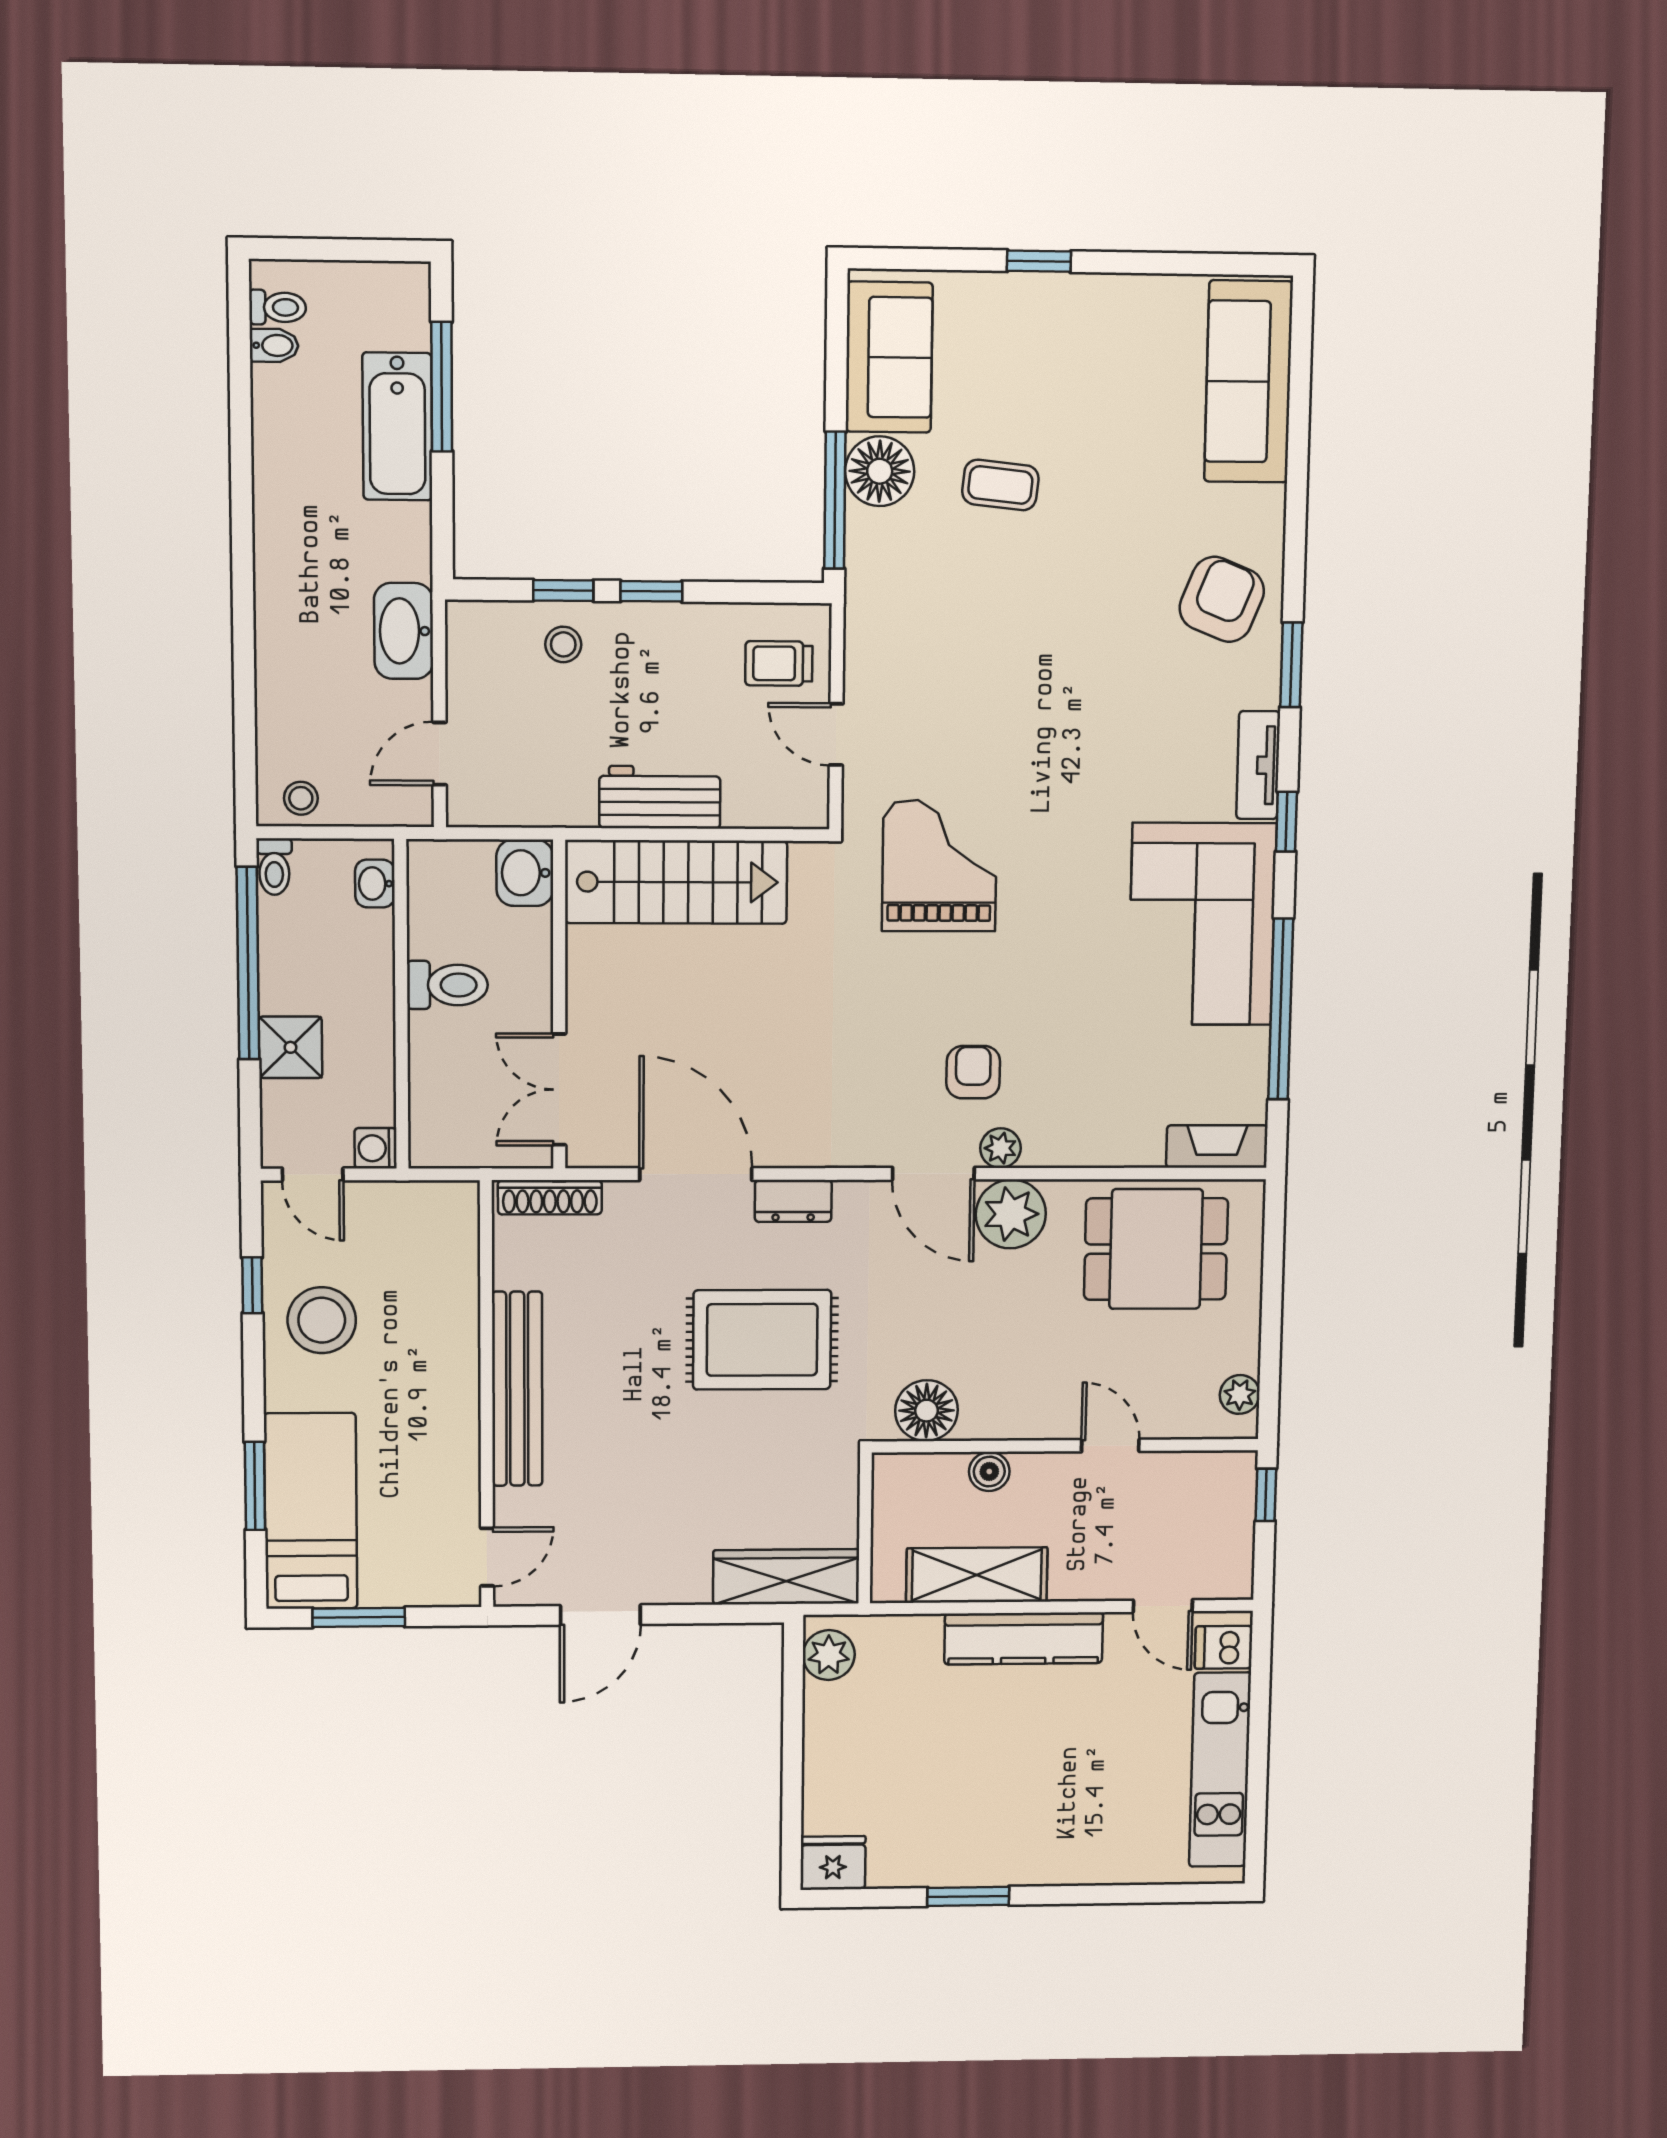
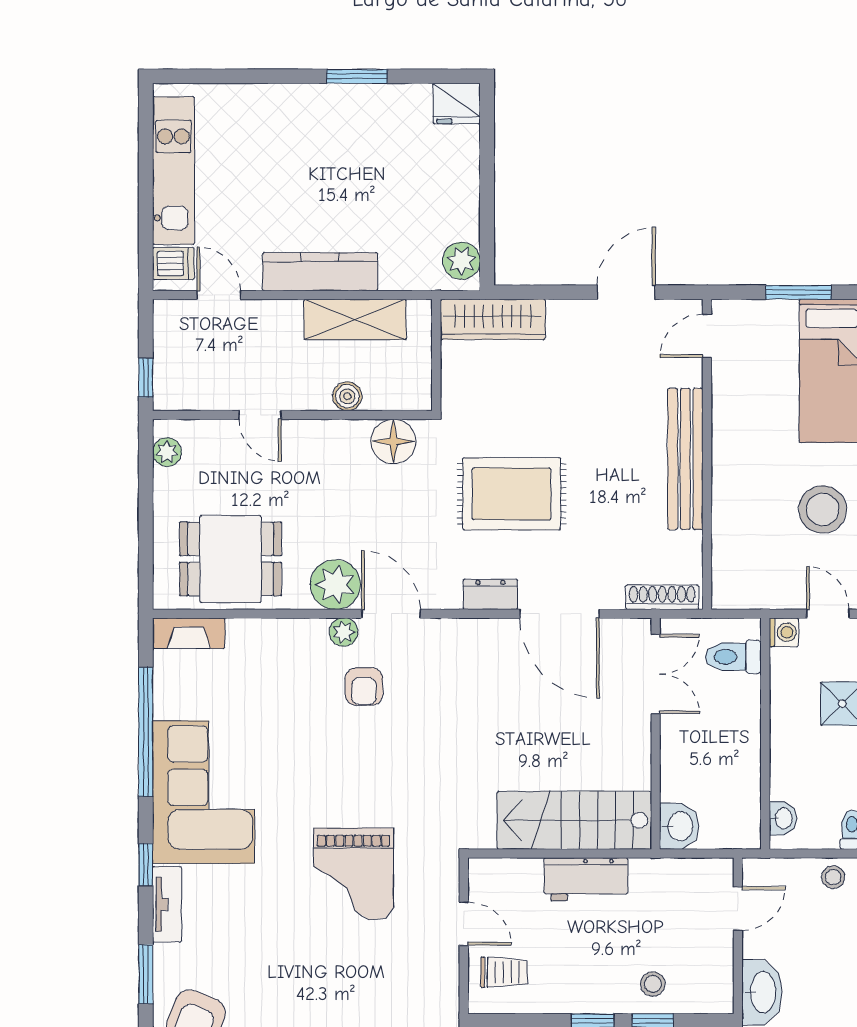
grand piano: (940, 866) -> (353, 874), moved
toilet: (447, 985) -> (733, 657), moved

